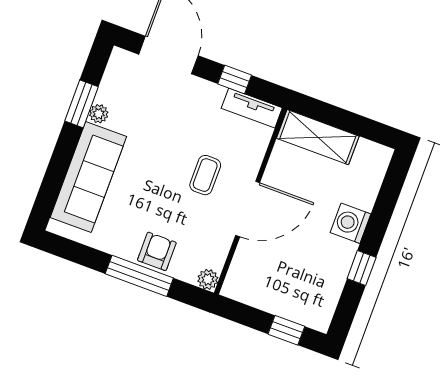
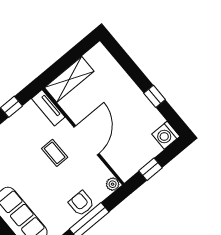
tv unit: (252, 108) -> (48, 108), moved, turned 90
washing machine: (351, 223) -> (166, 135), moved
window: (286, 330) -> (150, 169), moved

